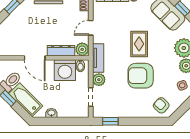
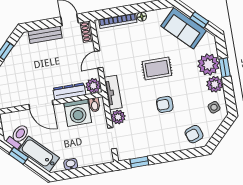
rug: (139, 44) -> (157, 69), turned 90
armchair: (141, 76) -> (165, 104), width x0.53, depth x0.53
armchair: (161, 105) -> (194, 134), turned -62

